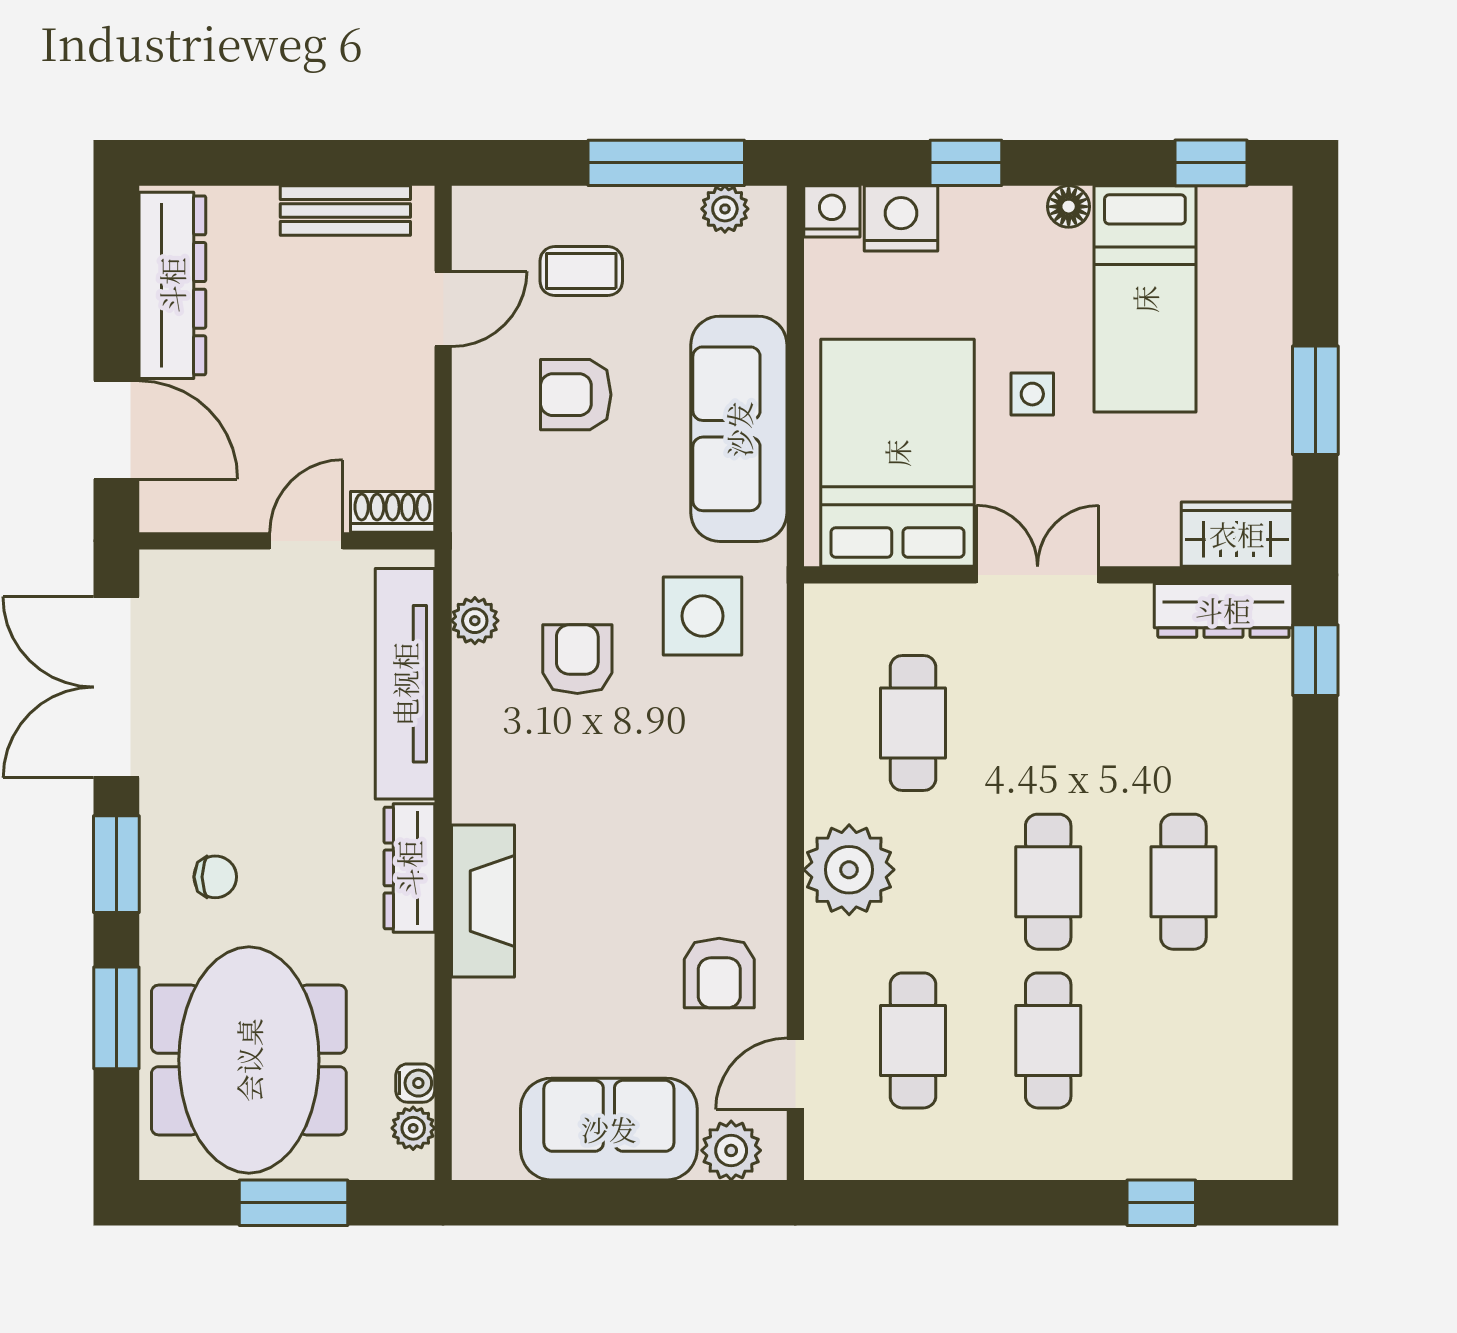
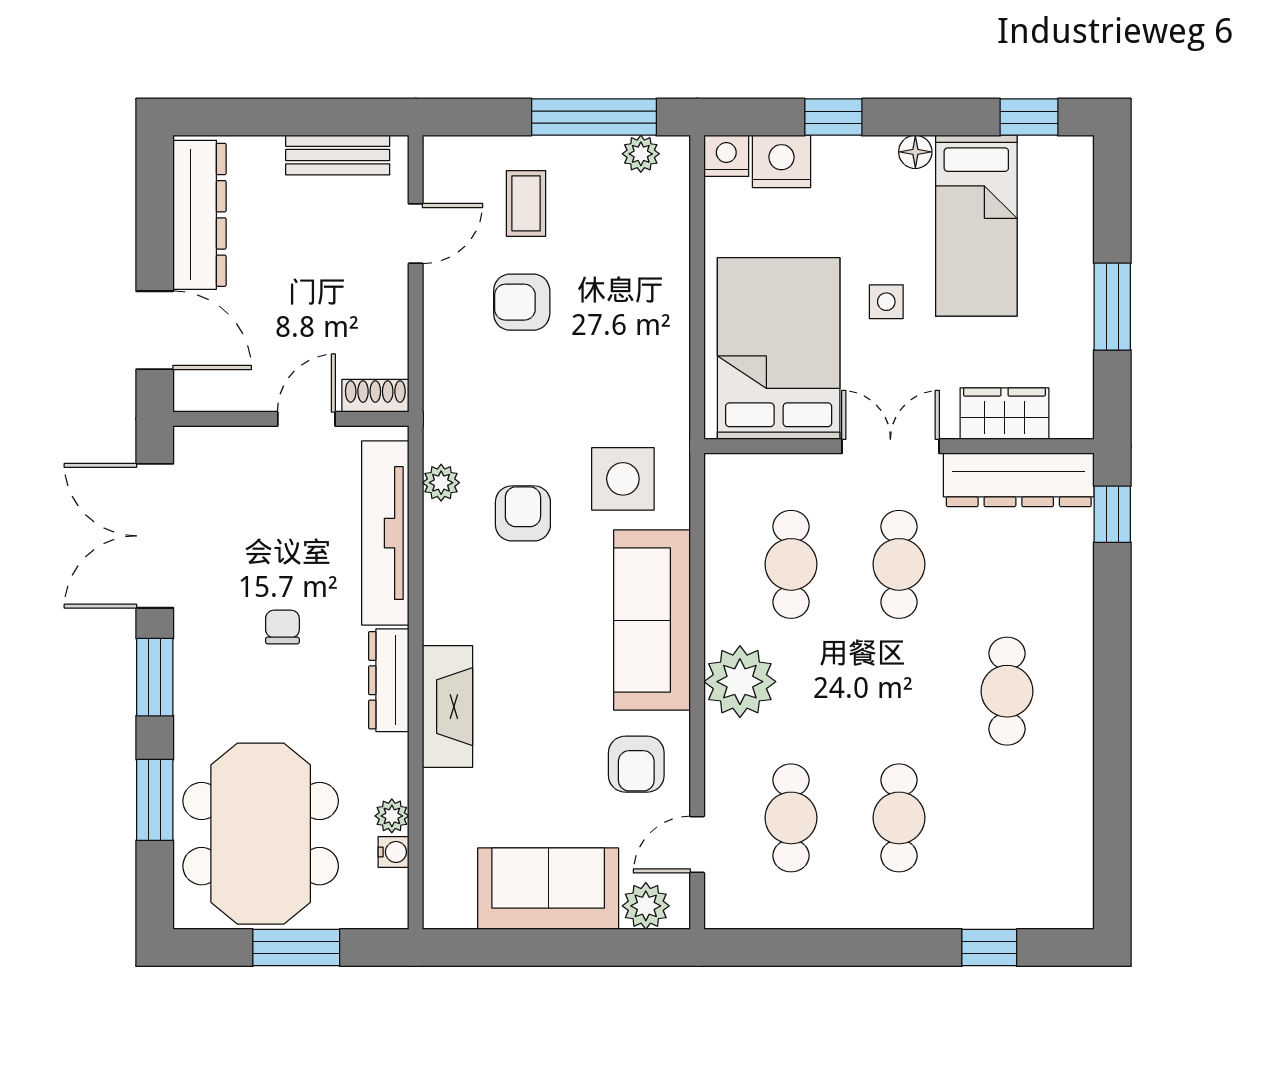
coffee table: (581, 271) -> (526, 203), turned 90
sofa: (739, 429) -> (652, 620), moved
wardrobe: (1237, 534) -> (1004, 414), moved
dresser: (1223, 610) -> (1019, 480), width x1.37, depth x1.24
chair: (215, 877) -> (282, 627), moved, turned -90
cafe table: (1048, 882) -> (899, 564), moved
plant: (413, 1128) -> (392, 816), moved

